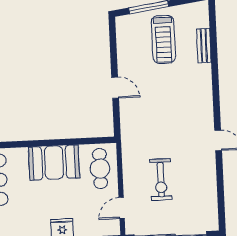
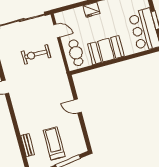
exercise bike: (161, 180) -> (36, 54), turned -90
door: (122, 208) -> (57, 31), hinge flipped

